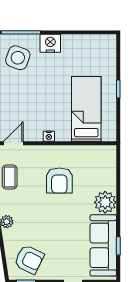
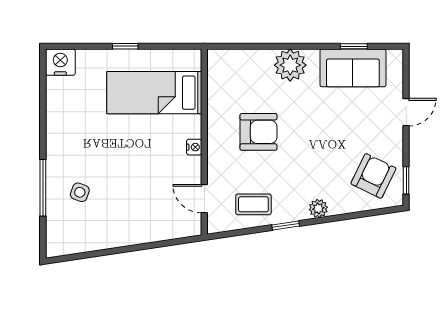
nightstand: (50, 43) -> (60, 62), moved, turned 90
side table: (18, 58) -> (80, 192), width x0.54, depth x0.54
sofa: (103, 245) -> (353, 68), width x0.73

